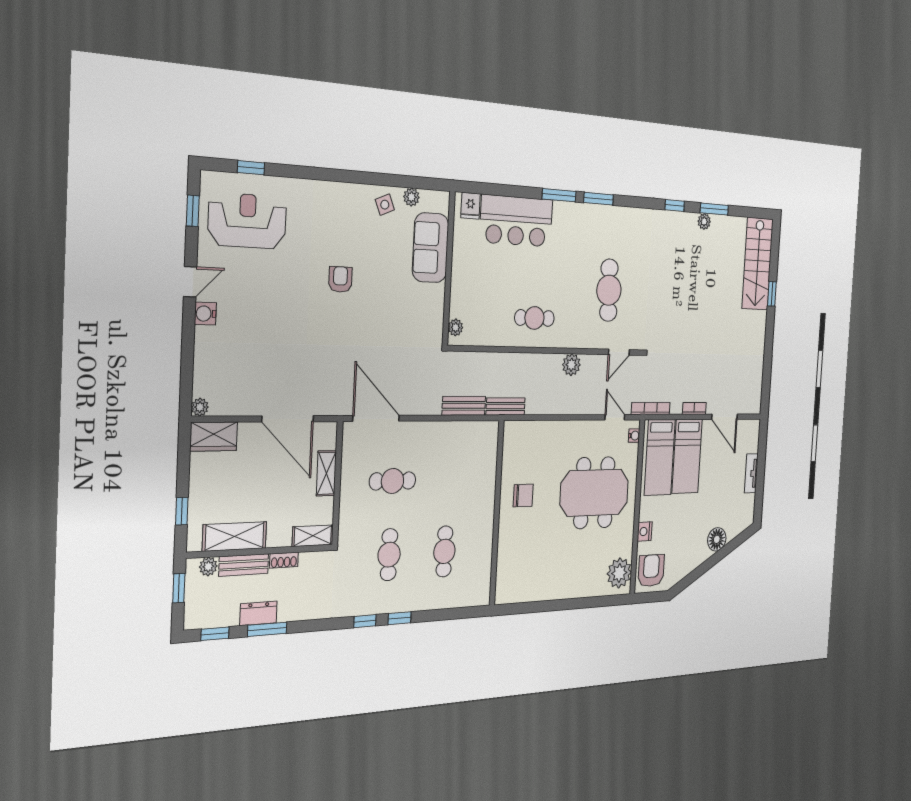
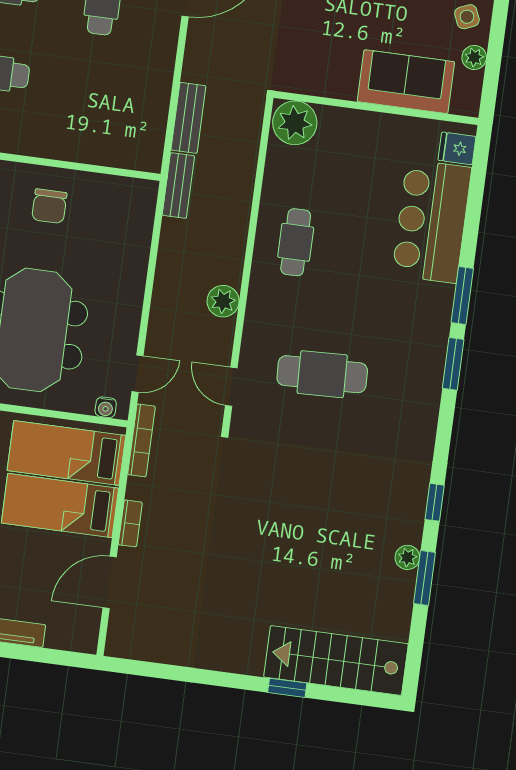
plant: (456, 327) -> (295, 123), width x1.88, depth x1.88

